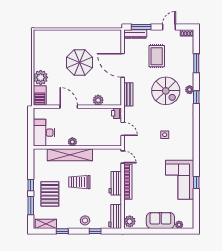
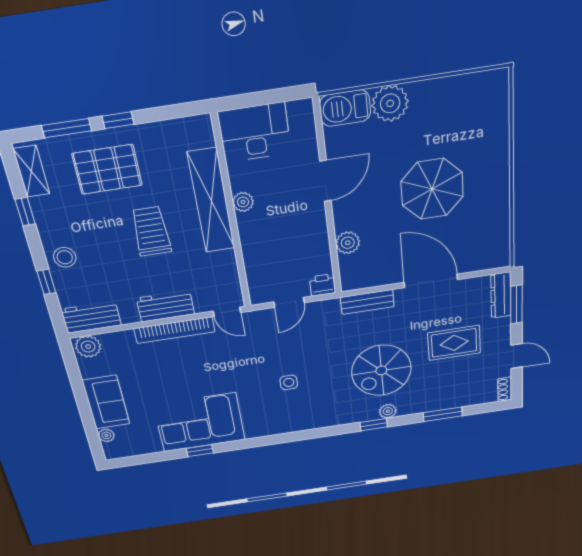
door: (123, 65) -> (431, 281), hinge flipped
door: (123, 157) -> (227, 312), hinge flipped

